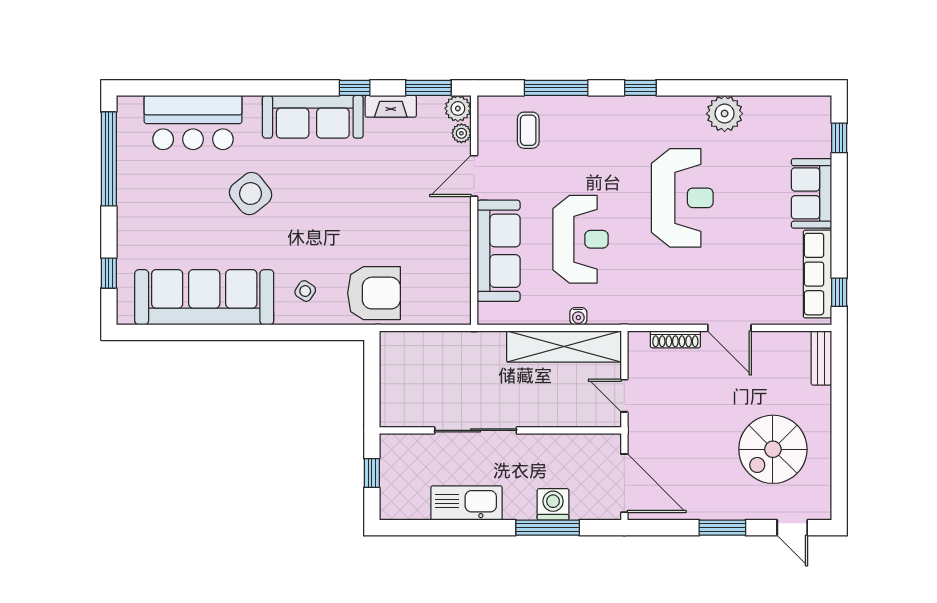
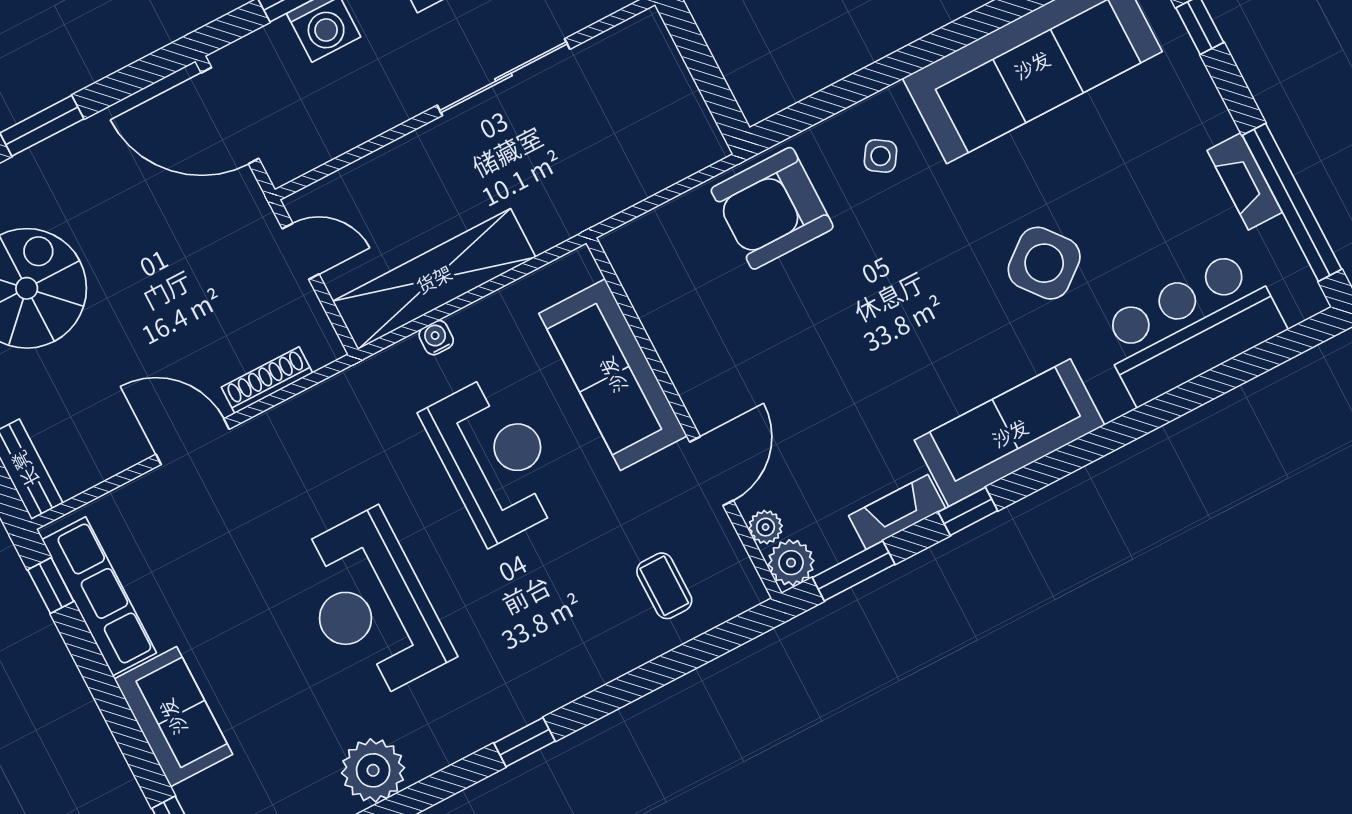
window: (556, 88) -> (655, 674), removed
fireplace: (127, 182) -> (1245, 181), added
reception desk: (580, 239) -> (495, 459), turned 180

